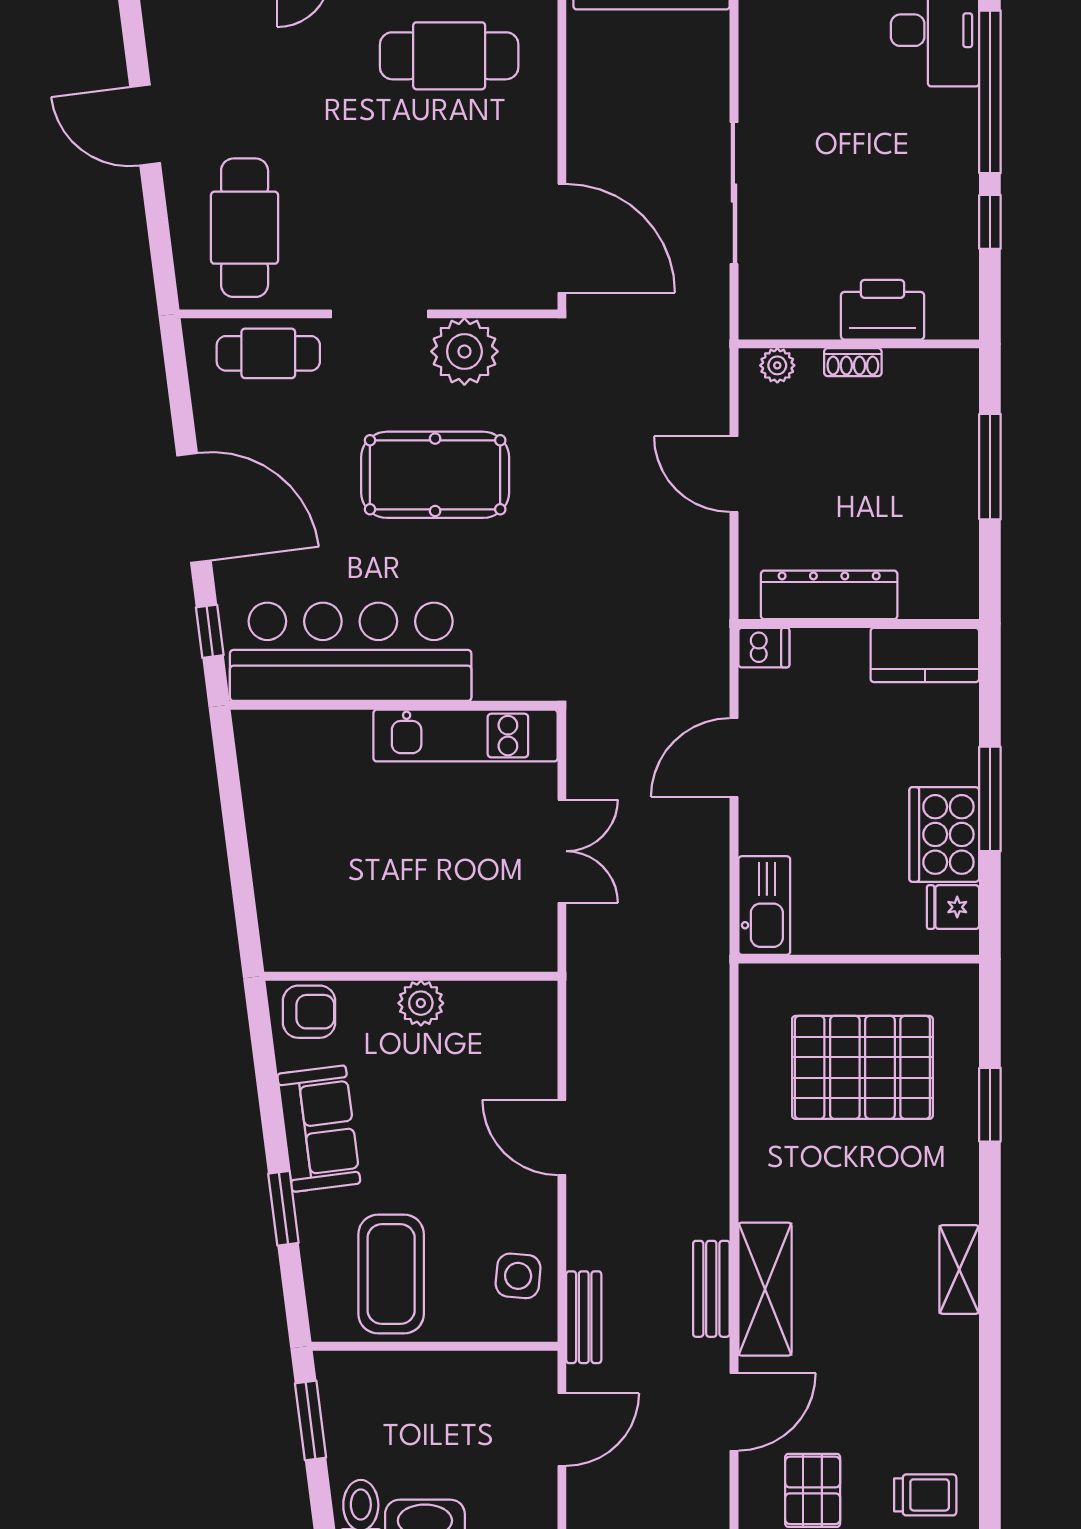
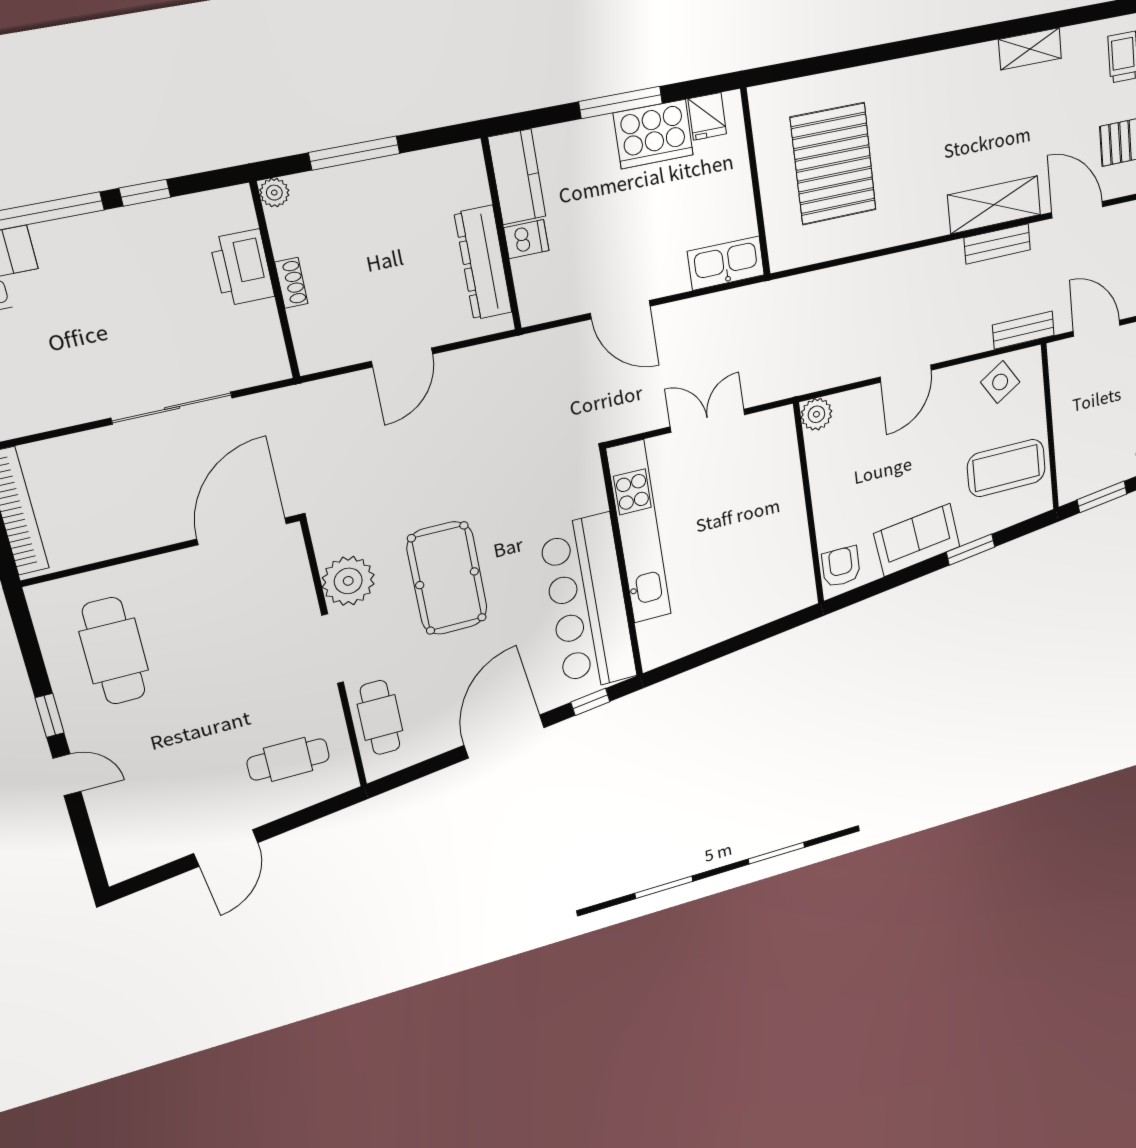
cafe table: (245, 228) -> (288, 759), width x0.73, depth x0.74
plant: (777, 365) -> (274, 193), moved
dishwasher: (764, 648) -> (526, 239), moved, turned 90
kitchen unit: (466, 736) -> (639, 532), width x1.36
plant: (421, 1003) -> (816, 414), moved
window: (990, 1105) -> (849, 59), removed
shelving: (959, 1269) -> (1030, 49), moved
side table: (518, 1276) -> (1000, 382), turned -37

